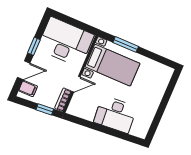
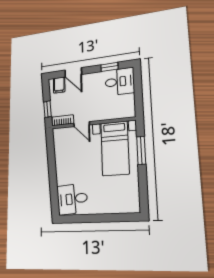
desk: (65, 42) -> (120, 82), width x0.53, depth x0.77
window: (34, 46) -> (109, 67), moved
desk: (115, 114) -> (72, 199), moved, width x0.73

